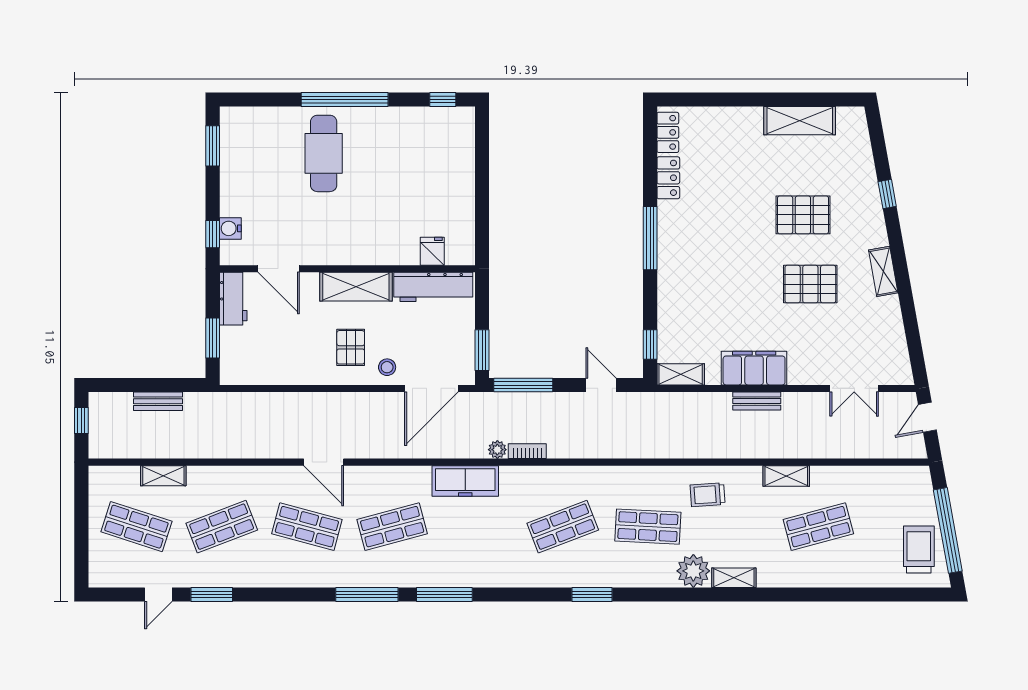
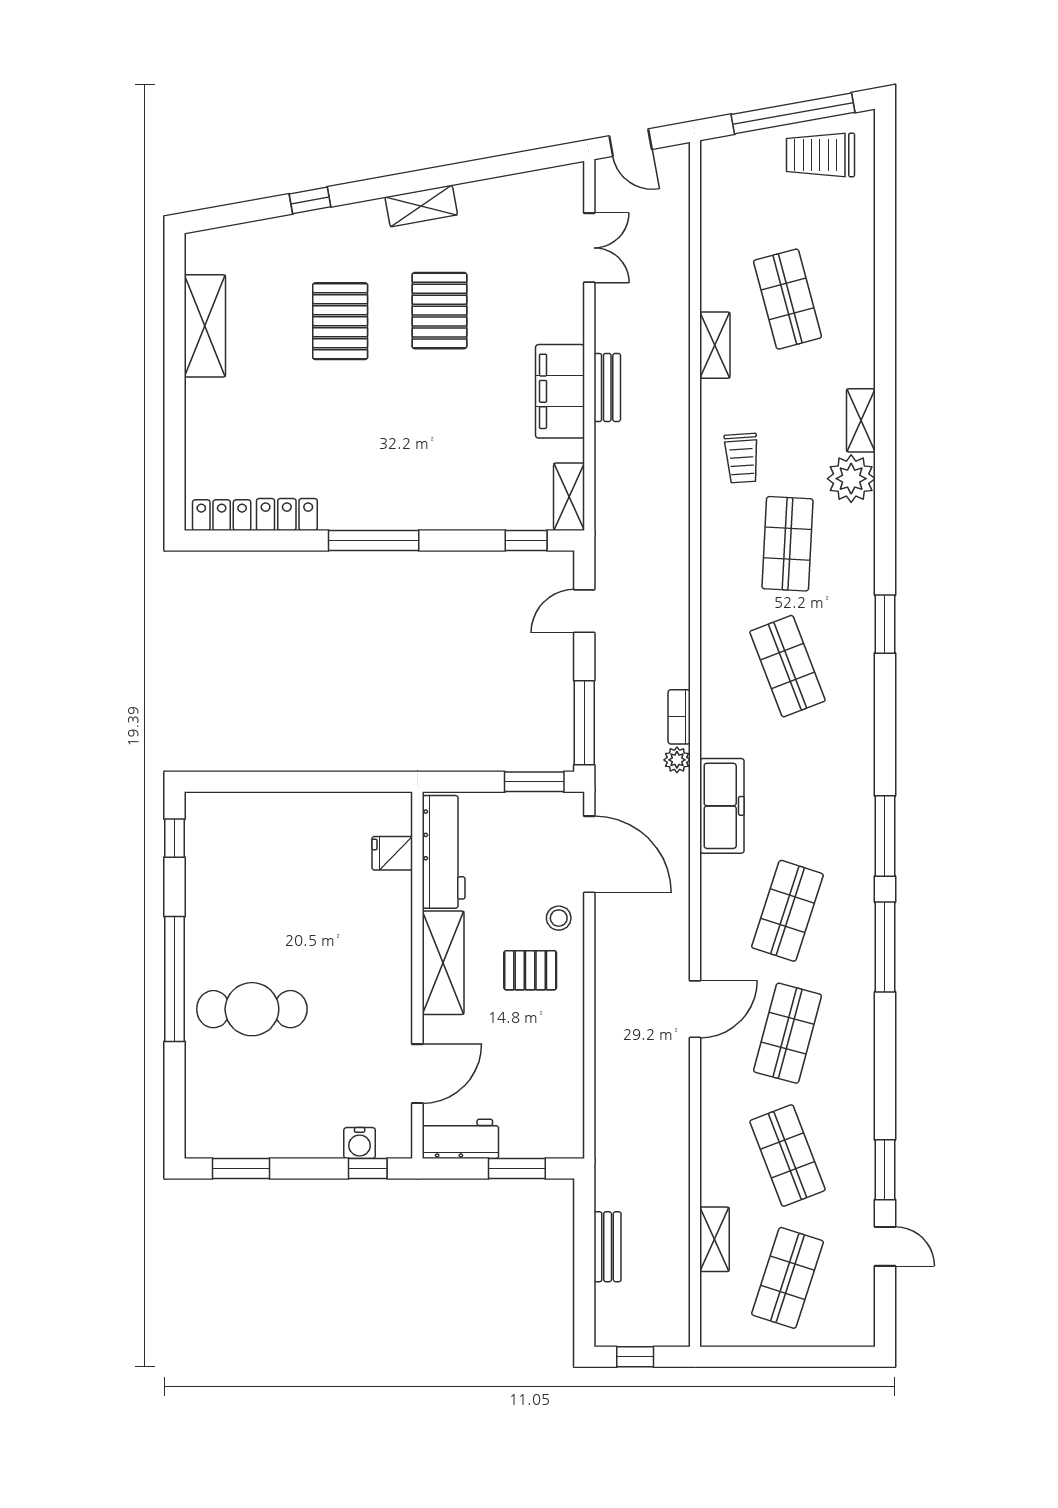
shop shelf: (392, 527) -> (788, 911), turned 33

